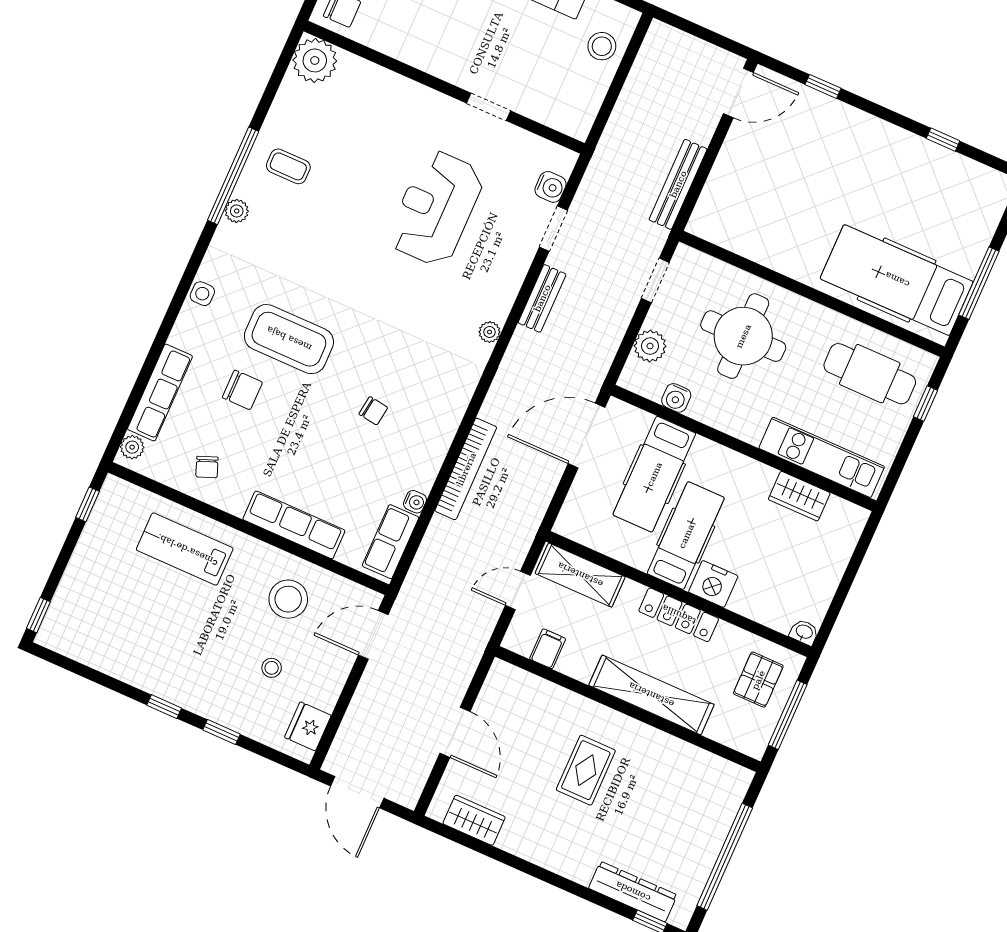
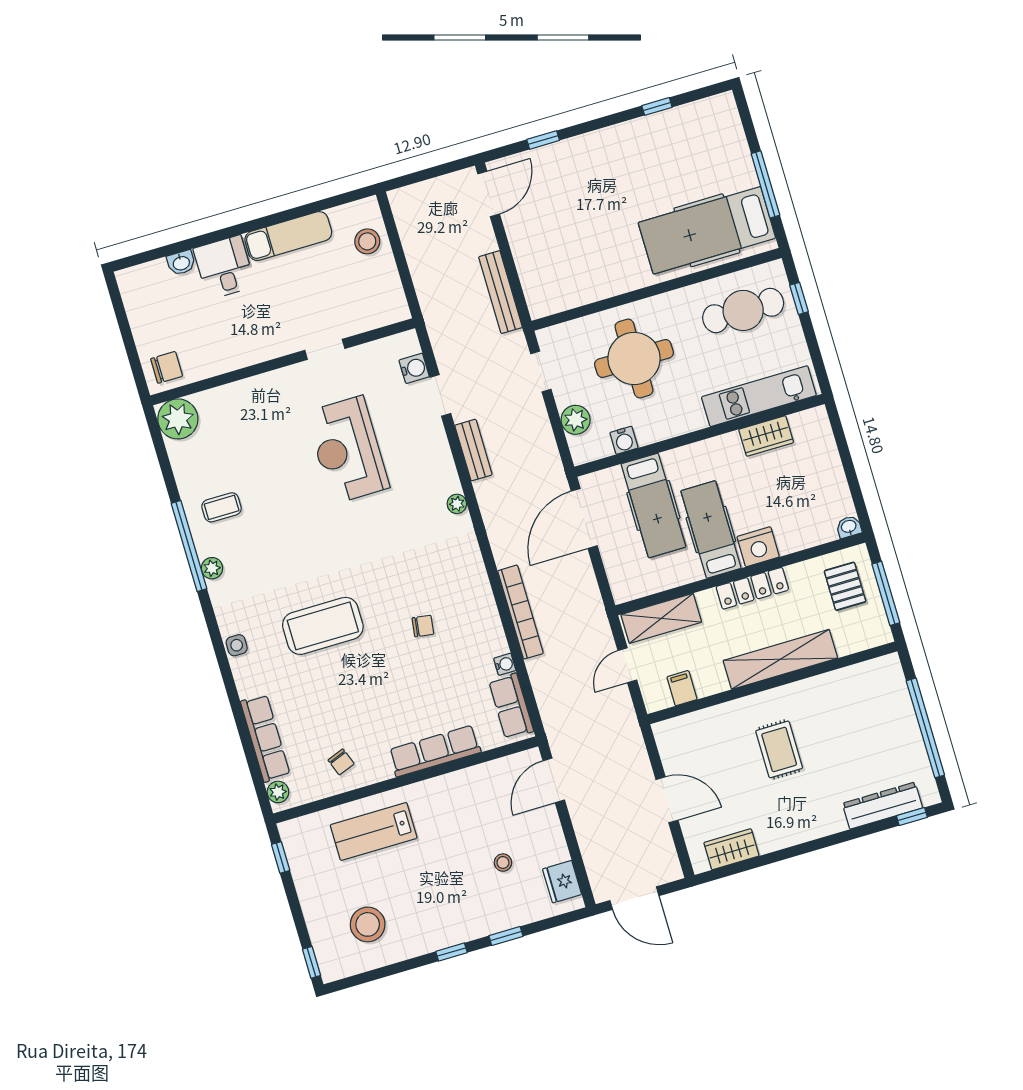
chair: (242, 390) -> (320, 688), removed
stool: (288, 599) -> (368, 924), moved

